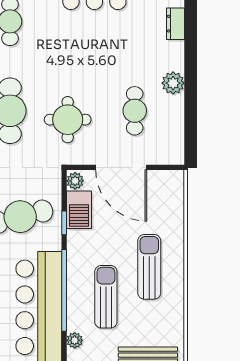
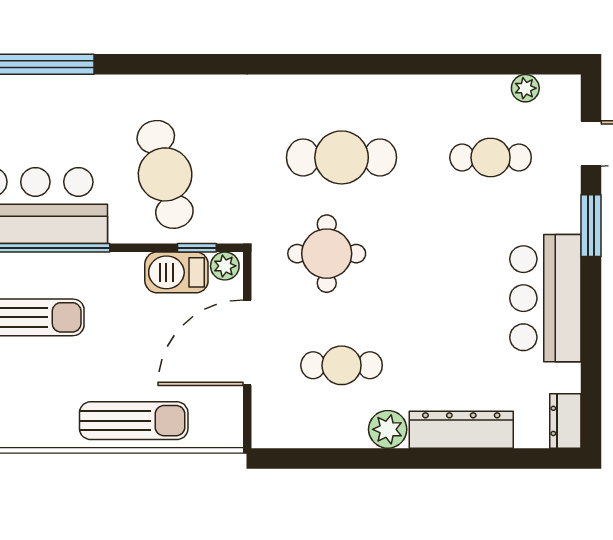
dresser: (176, 24) -> (461, 430), width x1.96, depth x1.24
window: (64, 223) -> (197, 248), moved
sun lounger: (149, 267) -> (134, 421), moved

